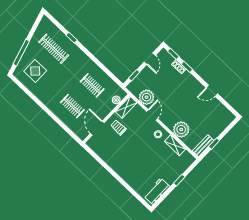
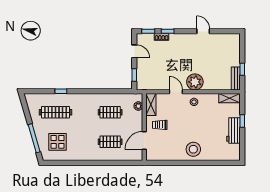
door: (212, 91) -> (203, 31), swing flipped
plant: (147, 97) -> (159, 82), removed
door: (97, 128) -> (144, 140), hinge flipped
plant: (181, 129) -> (195, 82), moved
shelving: (175, 145) -> (229, 98), moved
stool: (126, 167) -> (193, 149), added
workbench: (157, 191) -> (233, 130), moved

